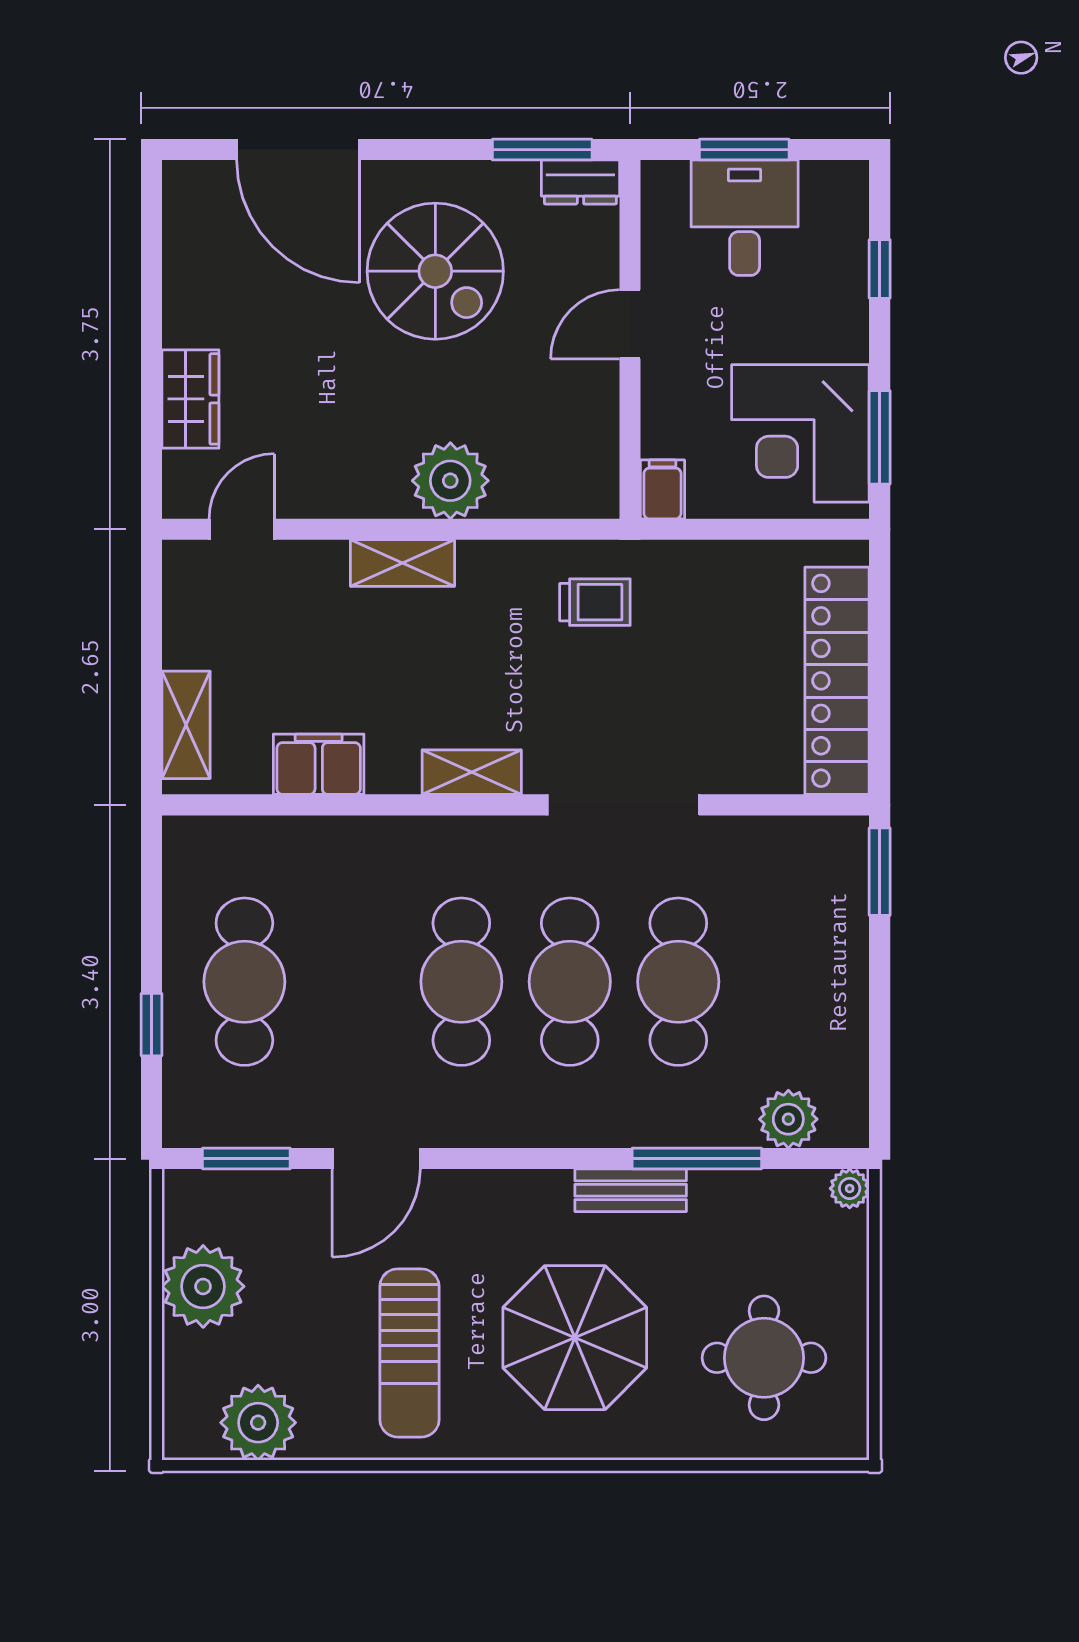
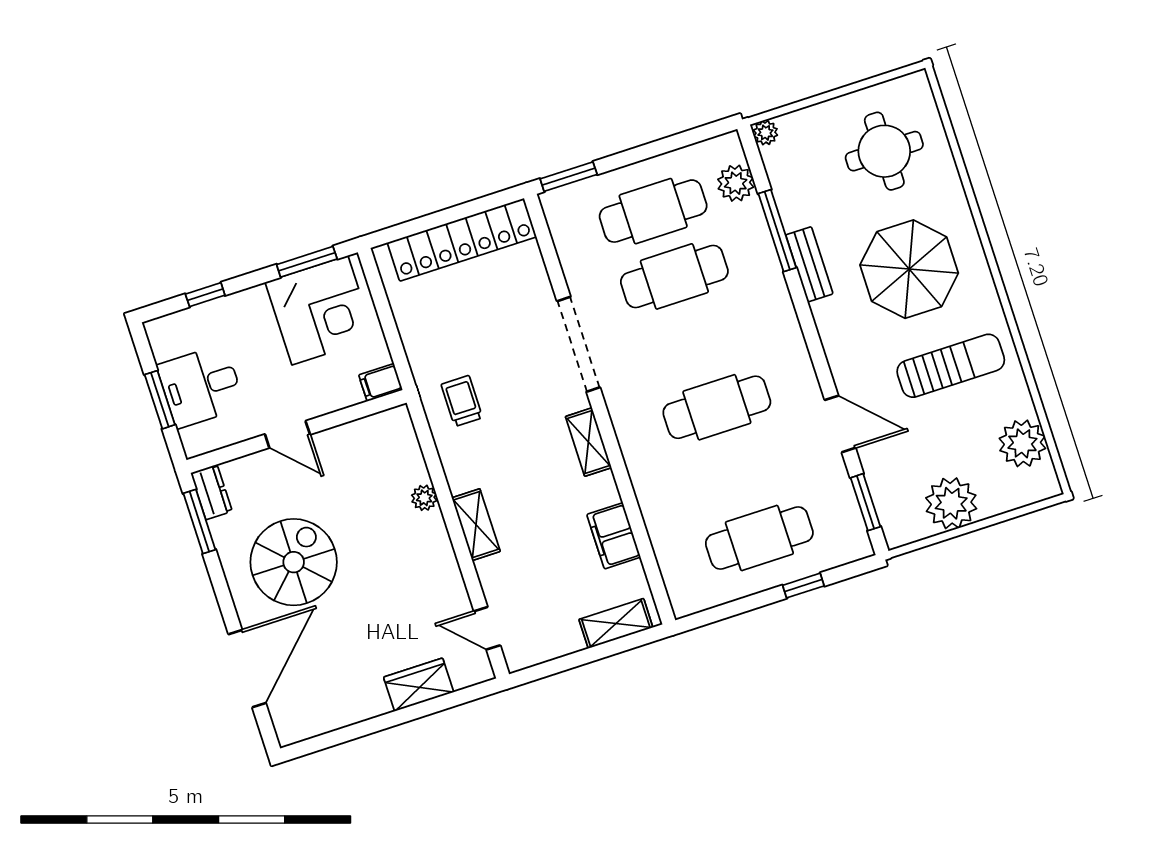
plant: (450, 481) -> (424, 498), width x0.53, depth x0.53
cafe table: (570, 982) -> (653, 211), moved

